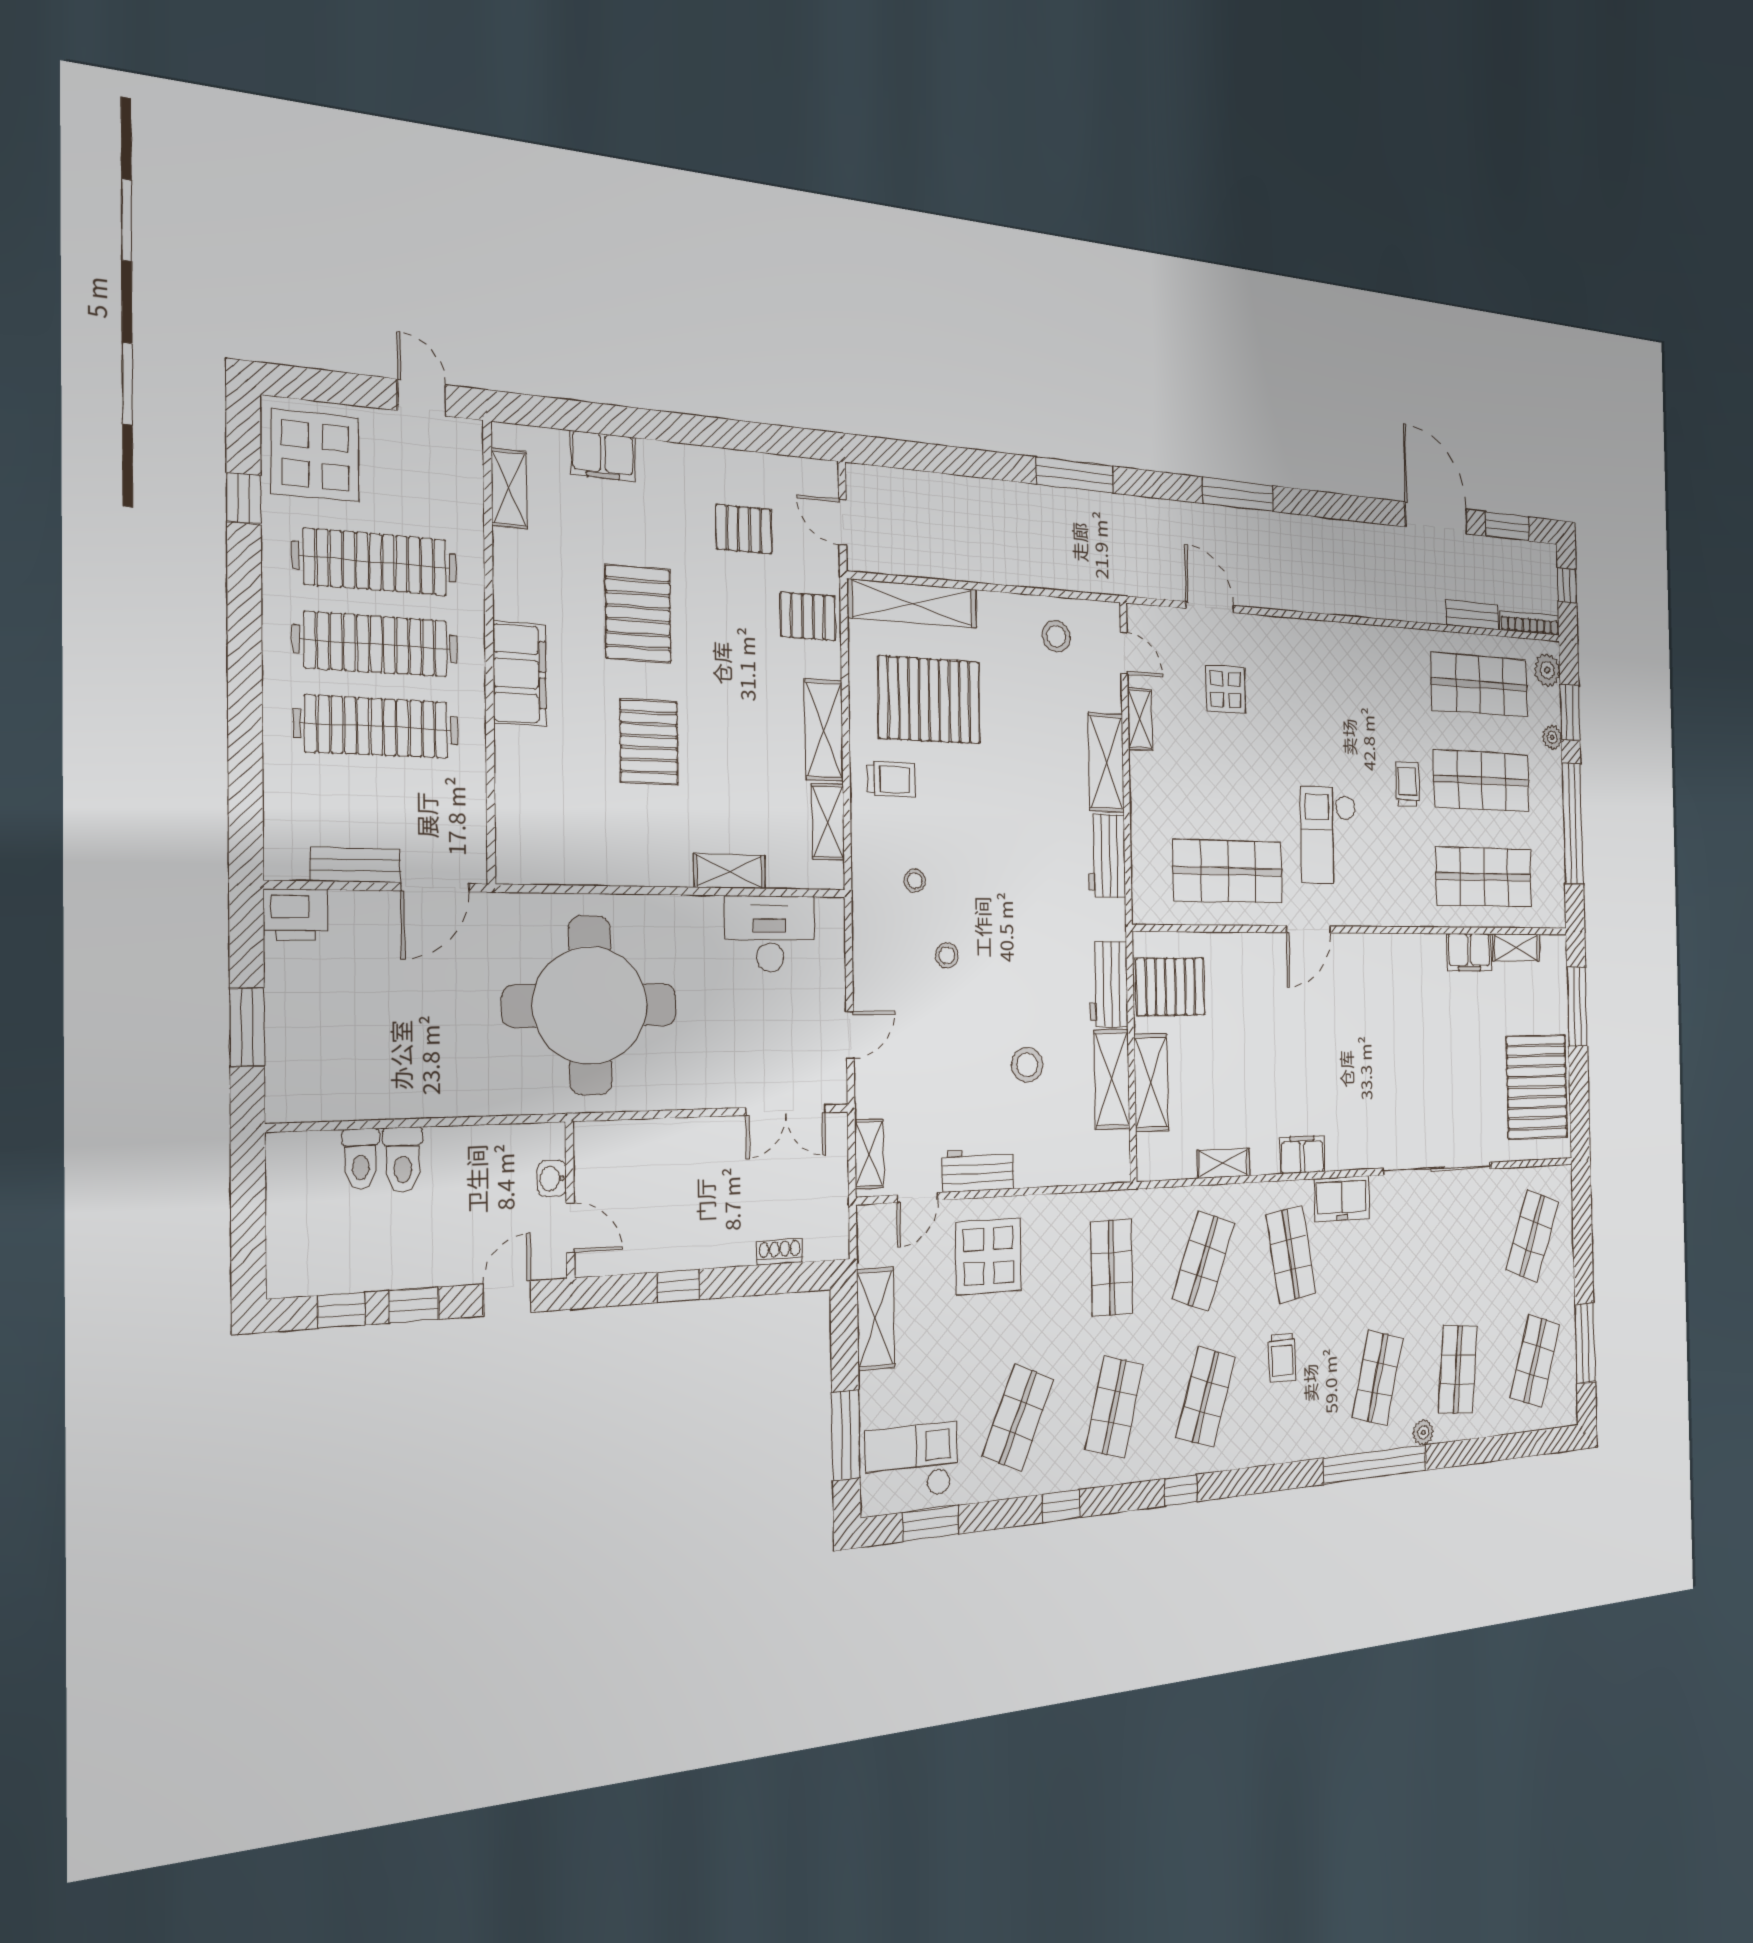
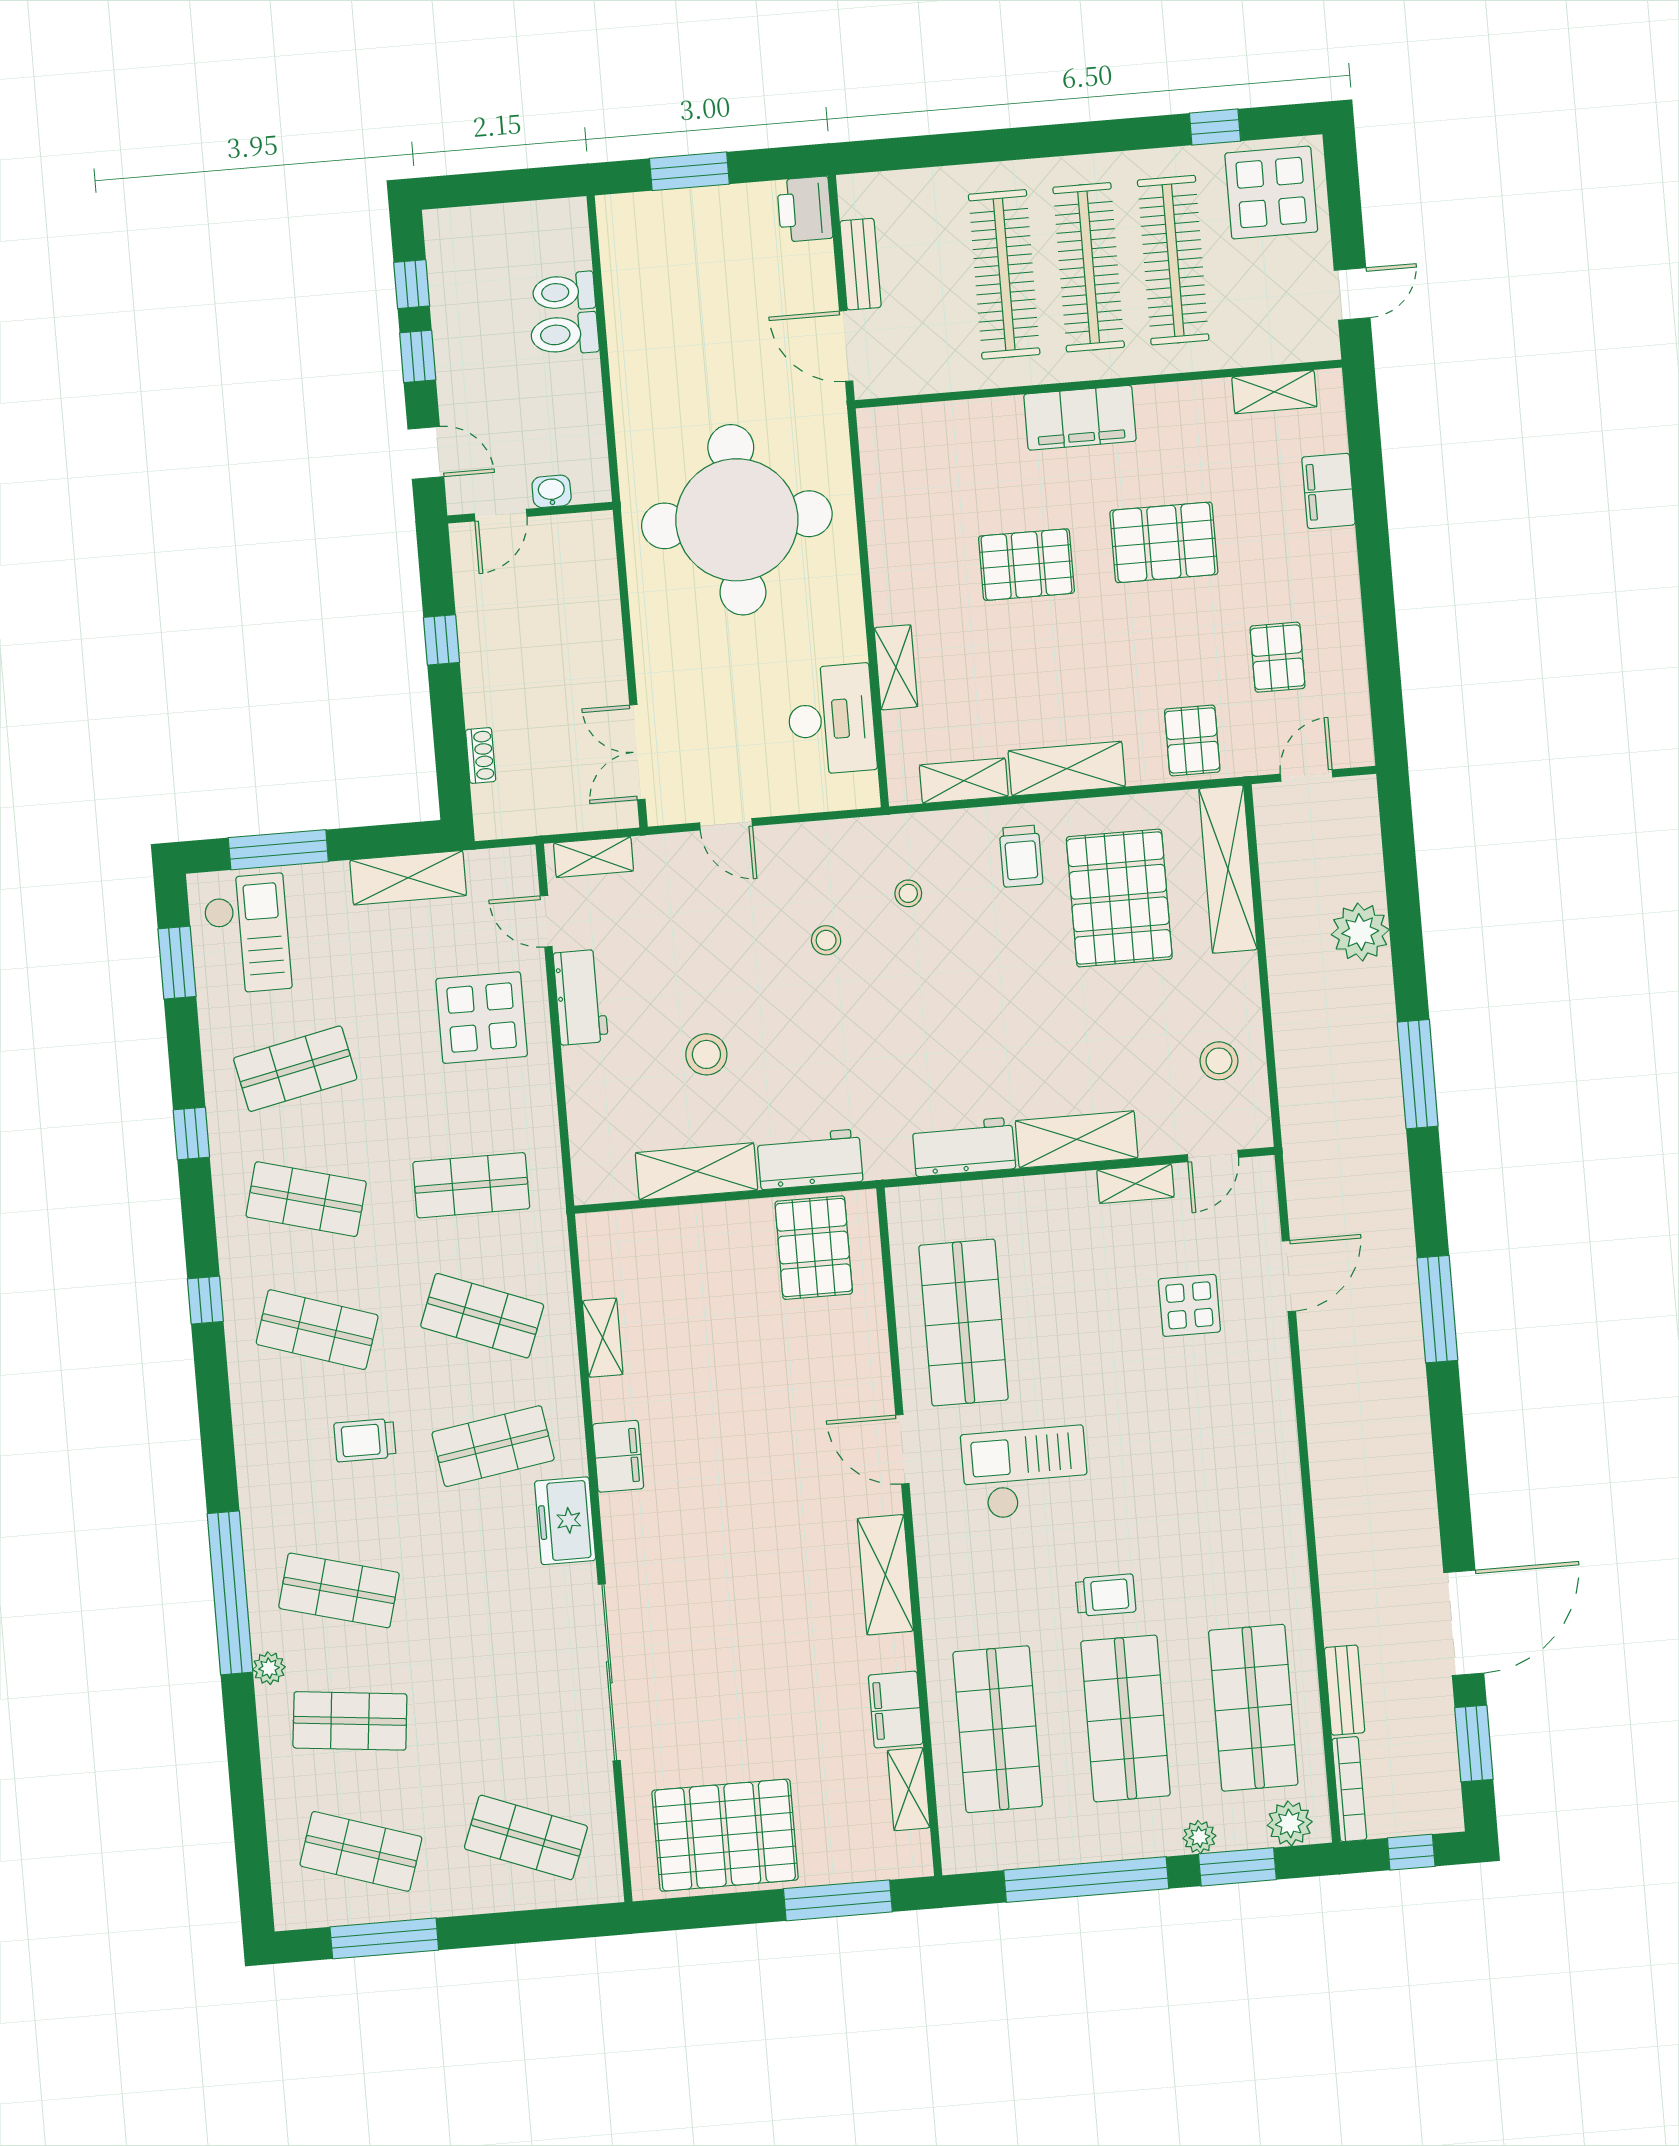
plant: (968, 501) -> (1360, 932), added
shelving: (1151, 1083) -> (885, 1575), moved, turned 90
shop shelf: (1018, 1418) -> (295, 1069), turned -36

